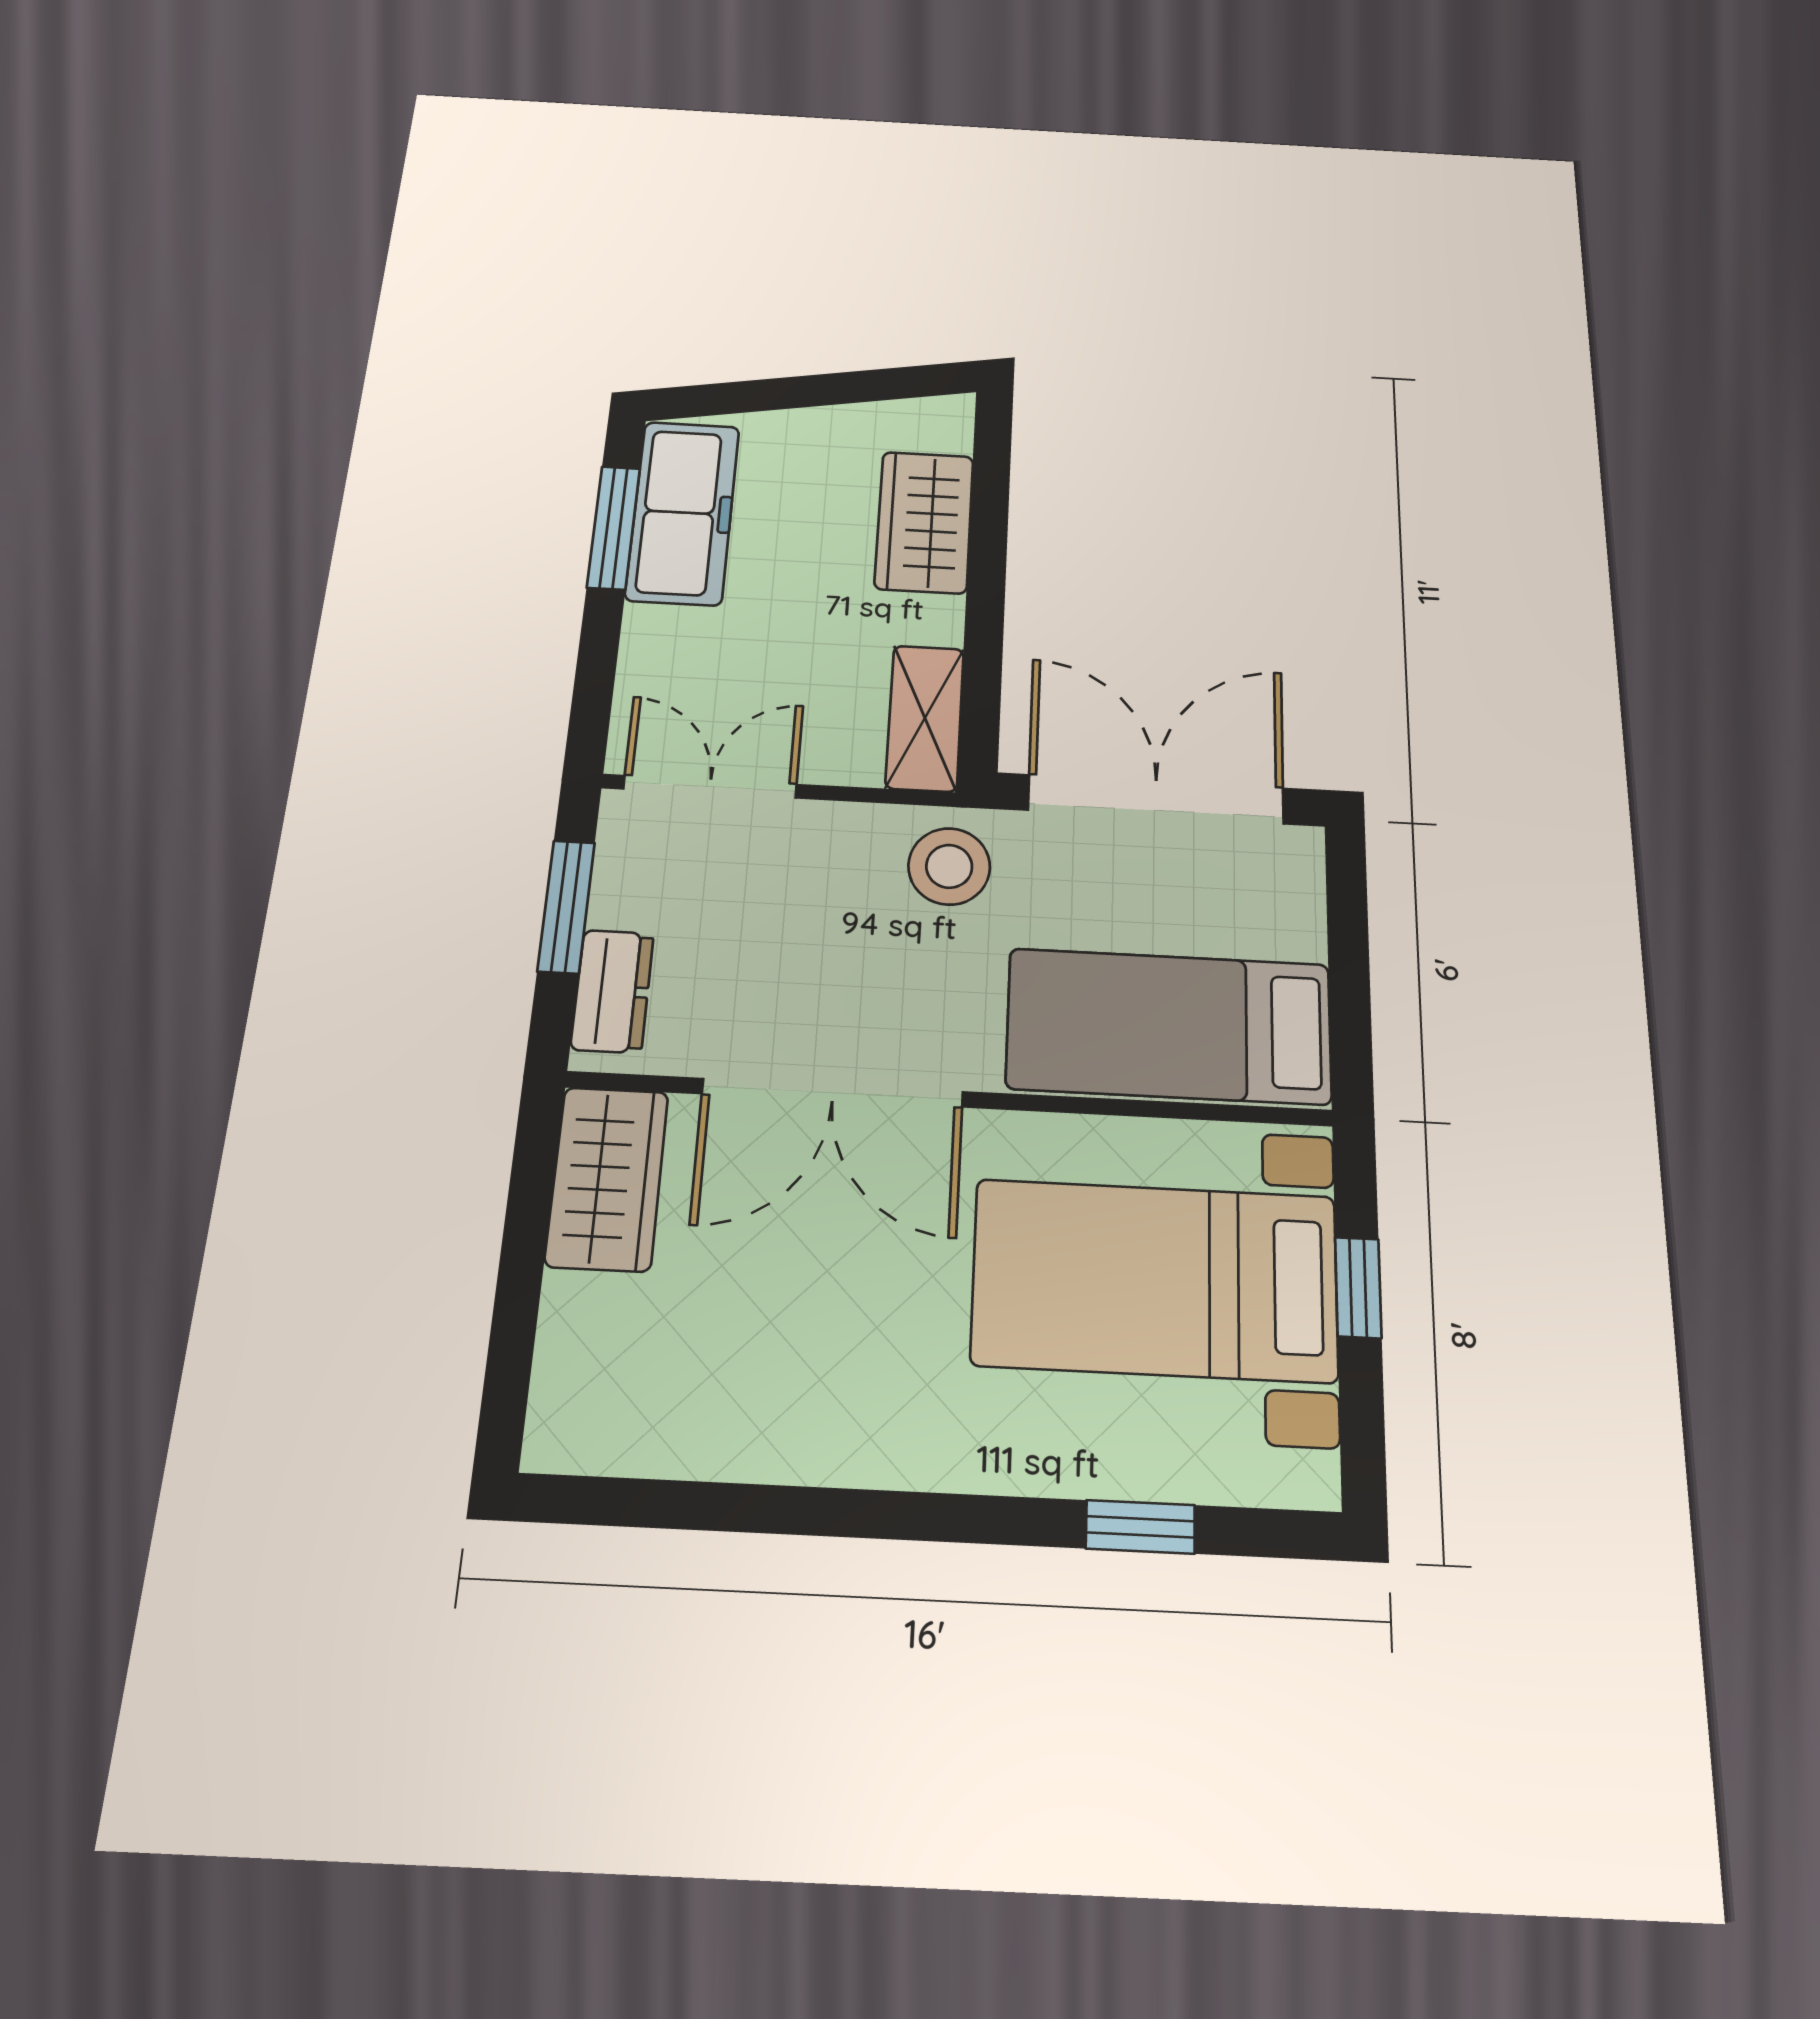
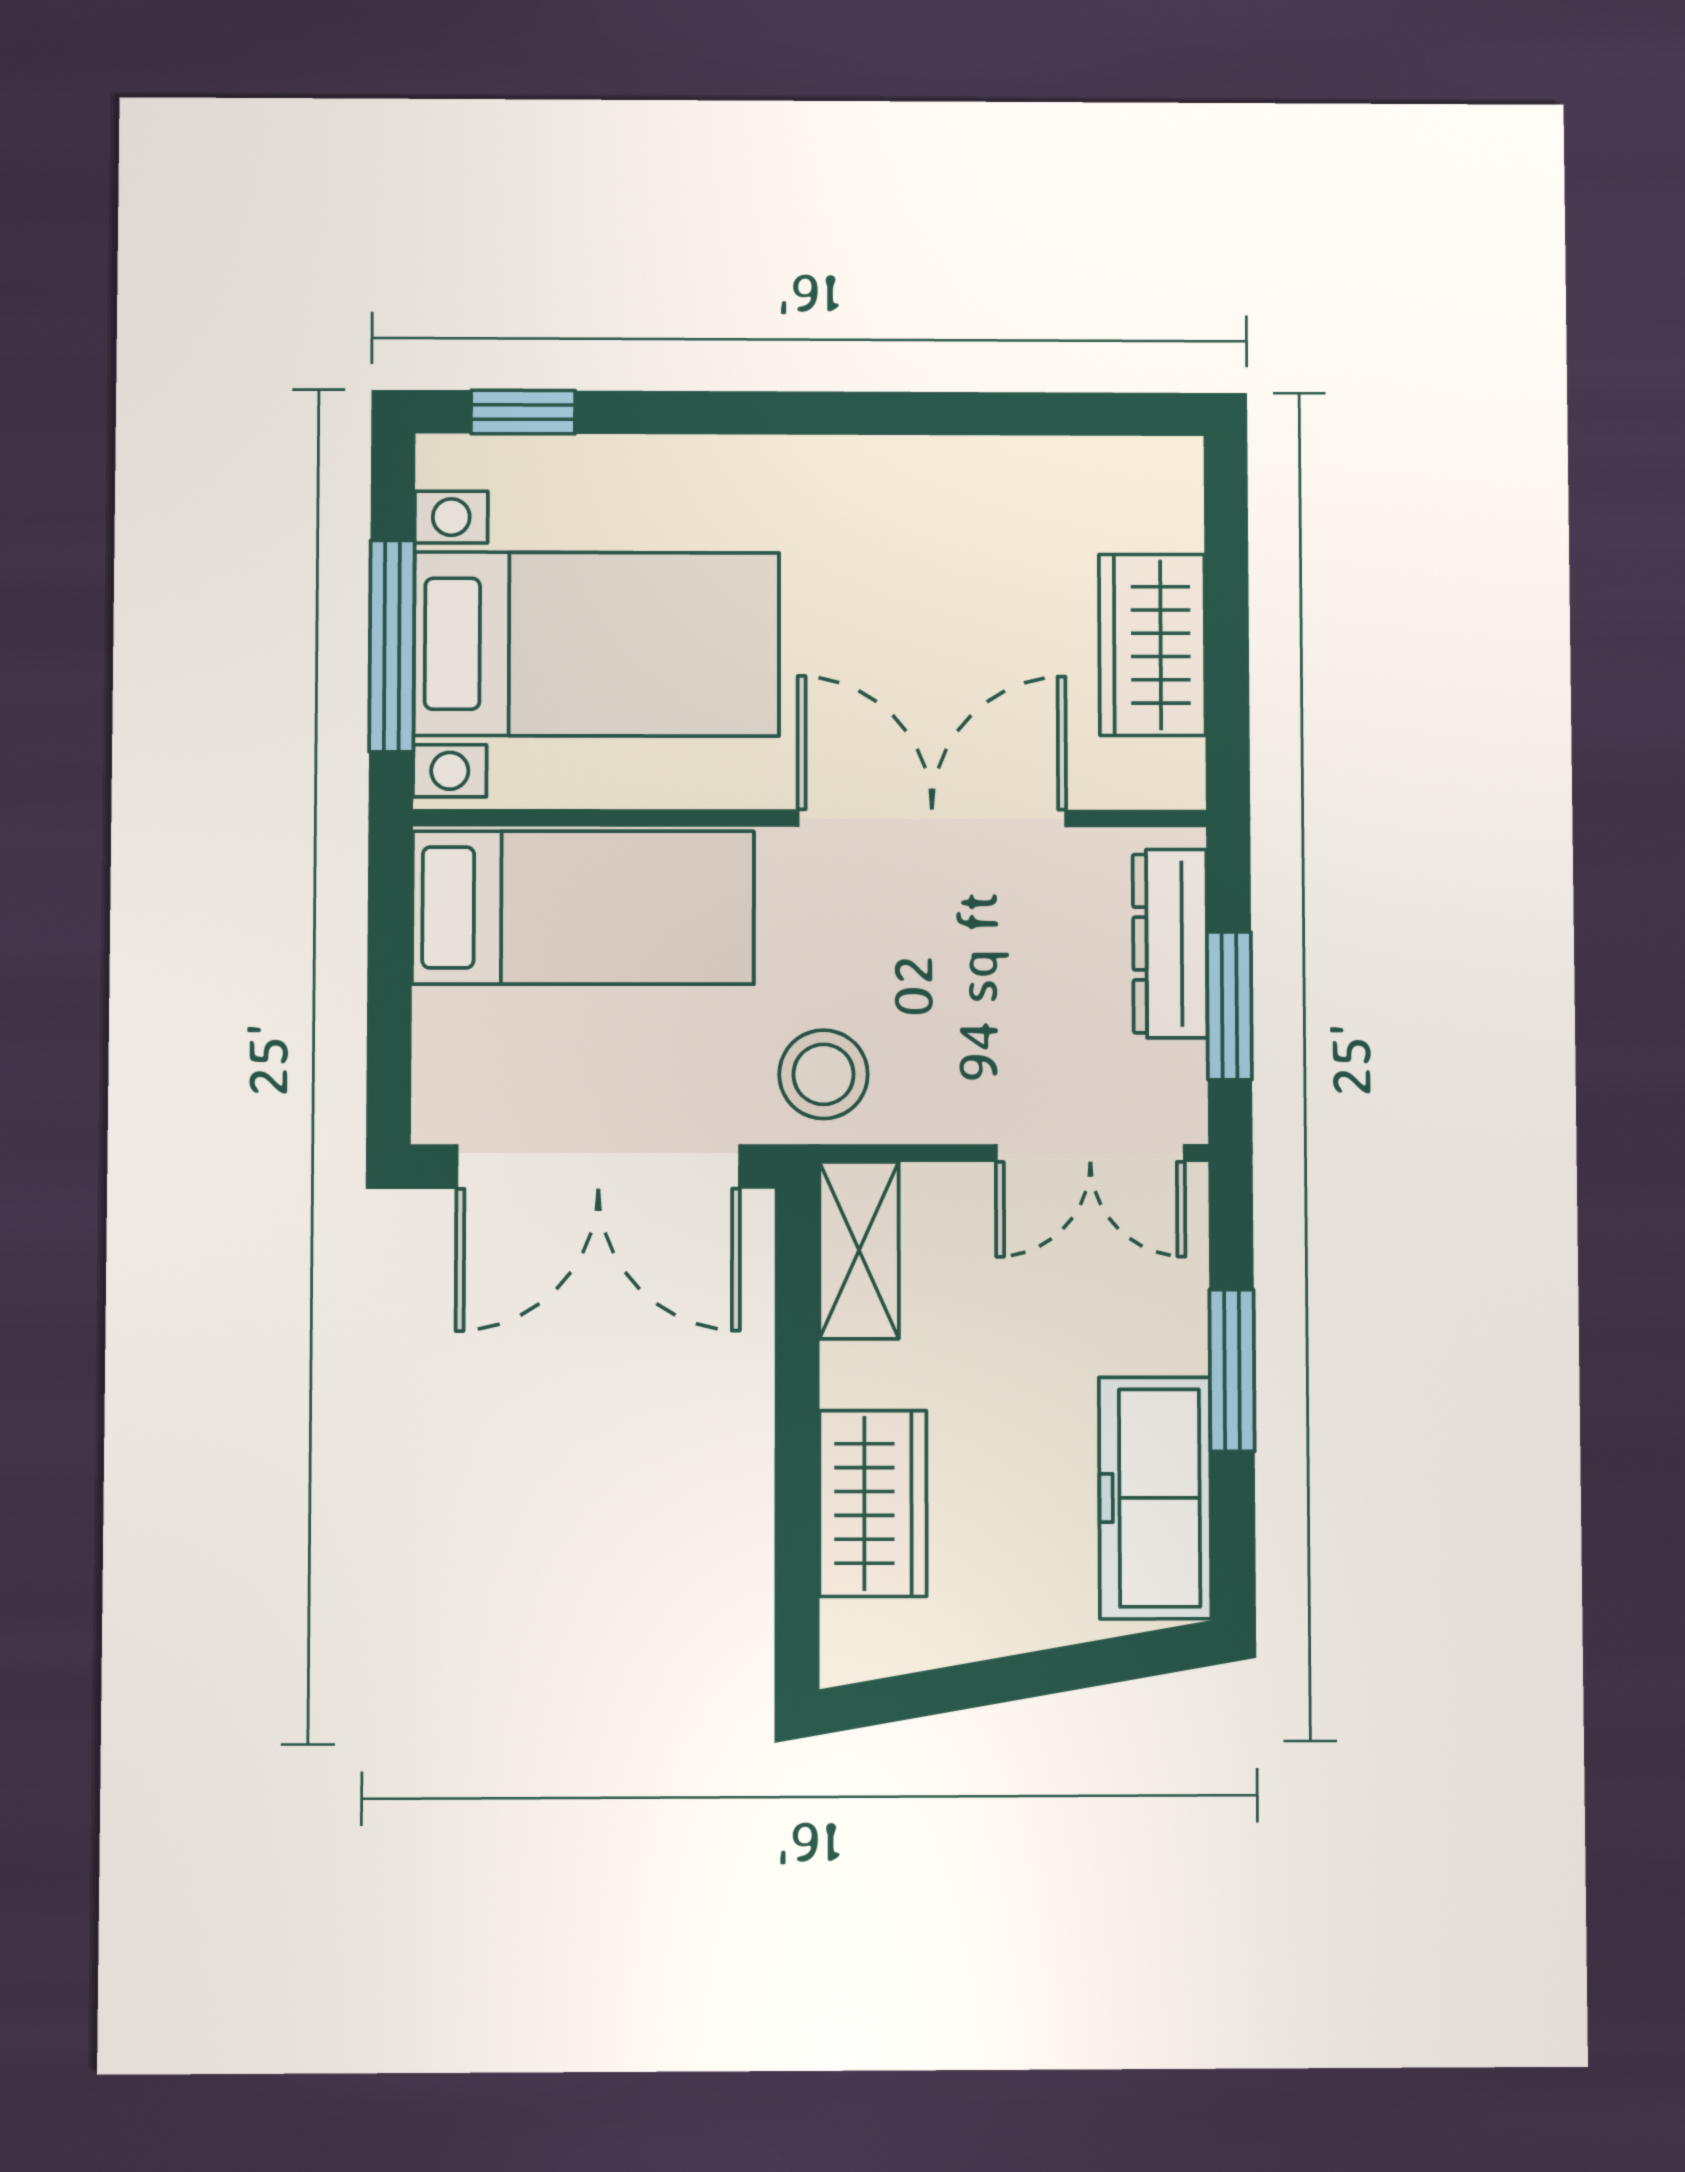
window: (614, 528) -> (1232, 1370), moved
dresser: (612, 991) -> (1170, 944), width x1.44
wardrobe: (607, 1178) -> (1152, 645), moved
window: (1358, 1288) -> (392, 646), width x2.17
window: (1140, 1527) -> (523, 412), moved

